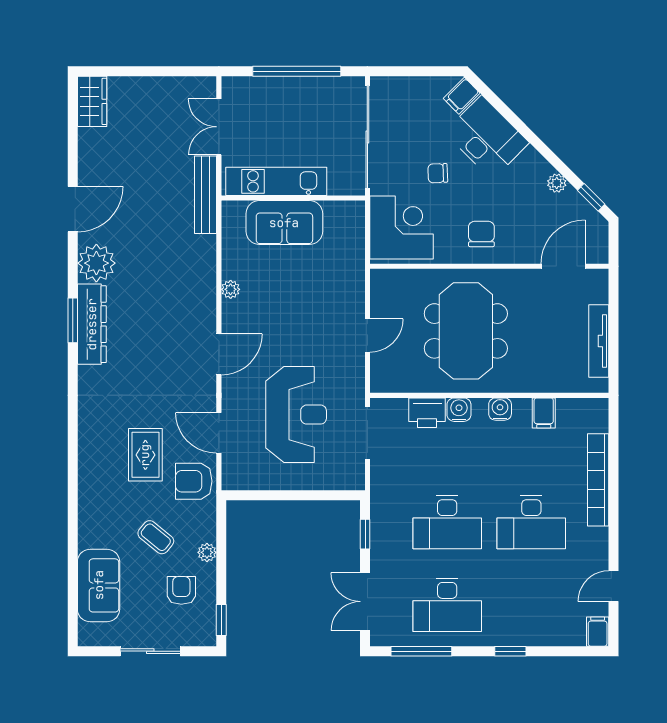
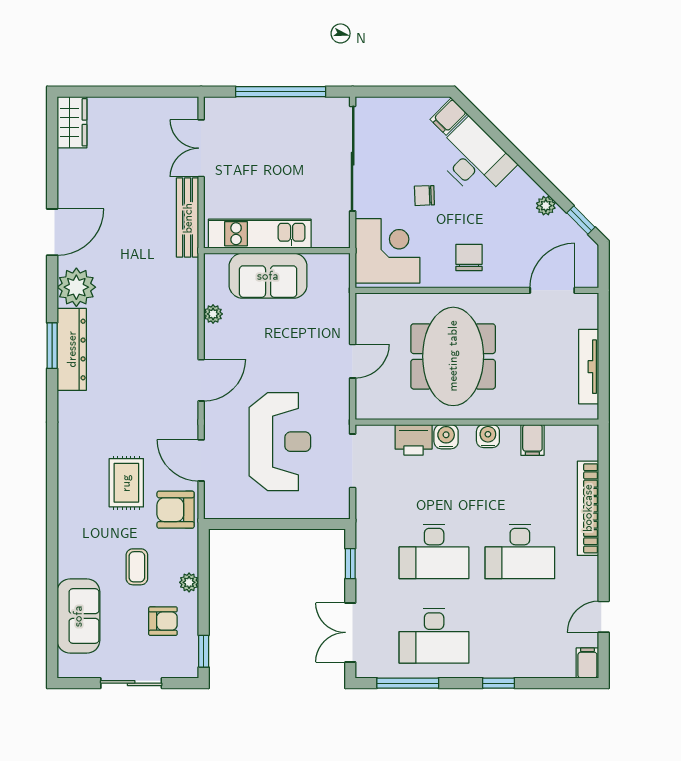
kitchen unit: (276, 181) -> (260, 234), moved
wall: (293, 198) -> (277, 251), moved
sofa: (284, 223) -> (268, 276), moved
coffee table: (156, 537) -> (137, 567), turned 51
armchair: (181, 590) -> (163, 621), turned 90

